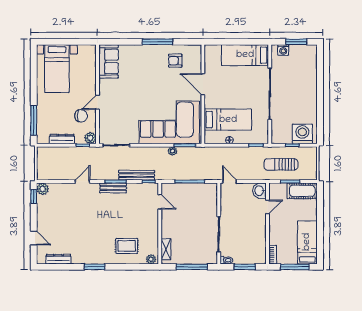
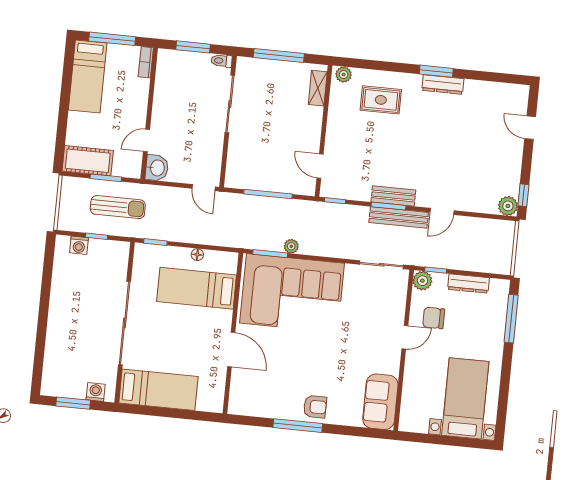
armchair: (175, 61) -> (315, 407), moved
washing machine: (302, 134) -> (79, 245), width x0.53, depth x0.53
bench: (137, 175) -> (399, 217), moved
dresser: (58, 259) -> (443, 85), moved

